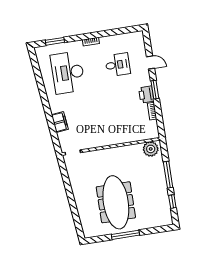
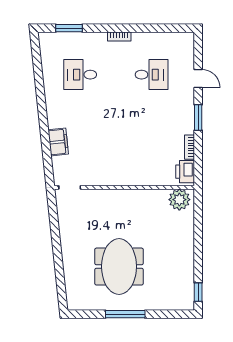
desk: (68, 73) -> (80, 75), width x0.53, depth x0.77
printer: (146, 94) -> (185, 172), moved
window: (168, 175) -> (198, 239), removed
window: (172, 201) -> (198, 292), moved
meeting table: (116, 202) -> (119, 267), width x0.73

